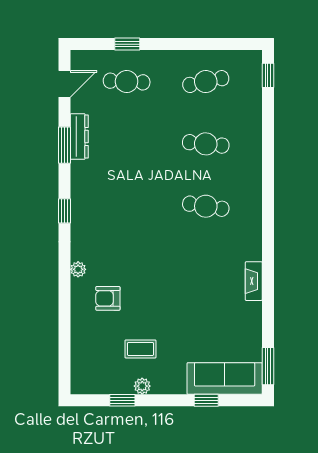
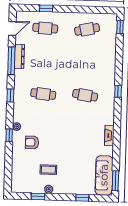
cafe table: (206, 144) -> (43, 94), moved
window: (64, 145) -> (11, 61), width x1.44
window: (268, 197) -> (118, 91), added
window: (64, 286) -> (9, 135), added
sofa: (225, 378) -> (104, 175), moved, turned -90

